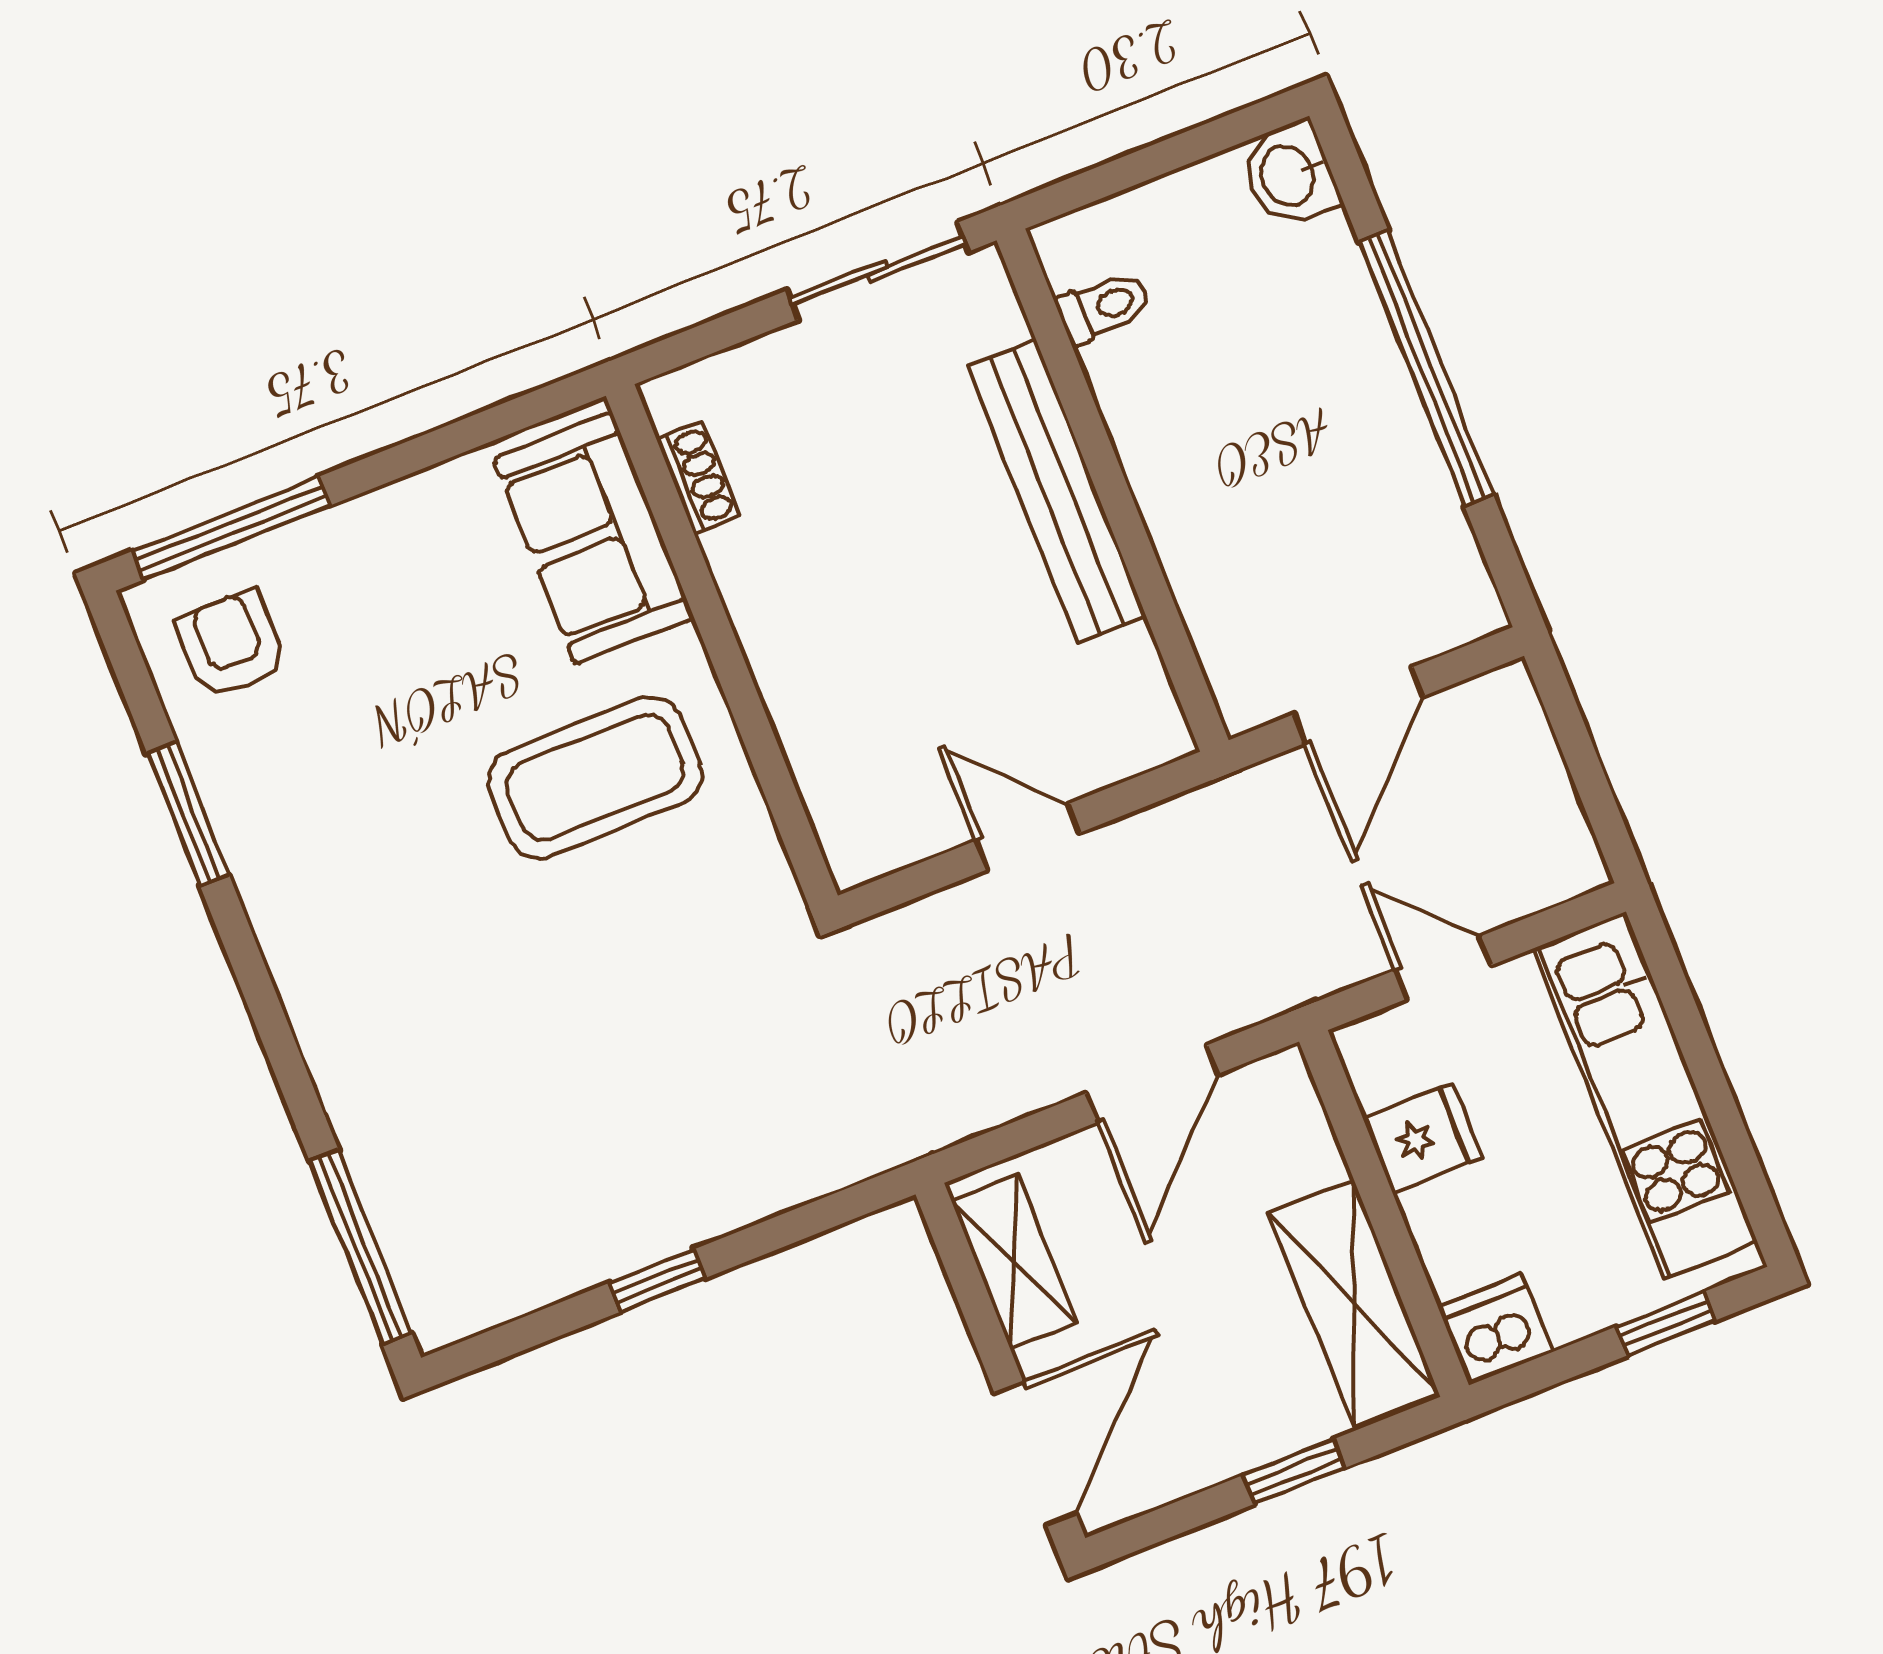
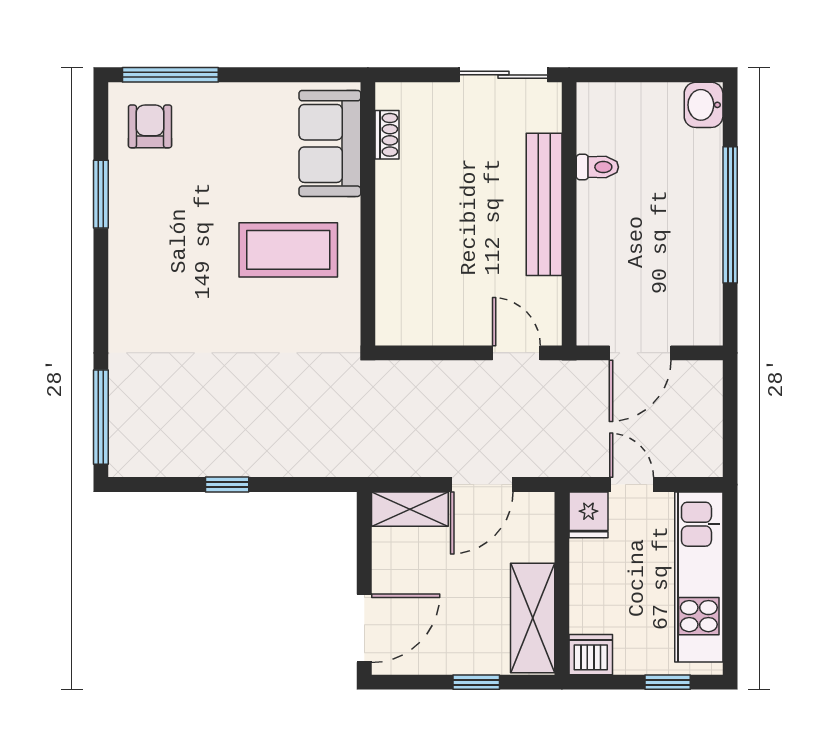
toilet: (1104, 307) -> (597, 167), moved
door: (1028, 837) -> (516, 353), moved
fridge: (1422, 1138) -> (588, 515), moved, turned 90
shelving: (1014, 1262) -> (410, 509), moved, turned 90

